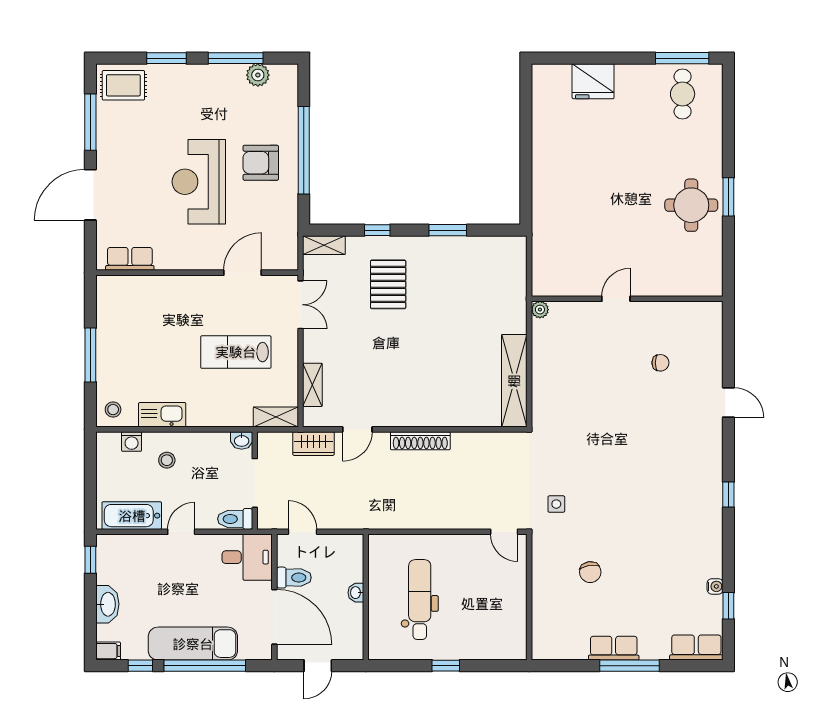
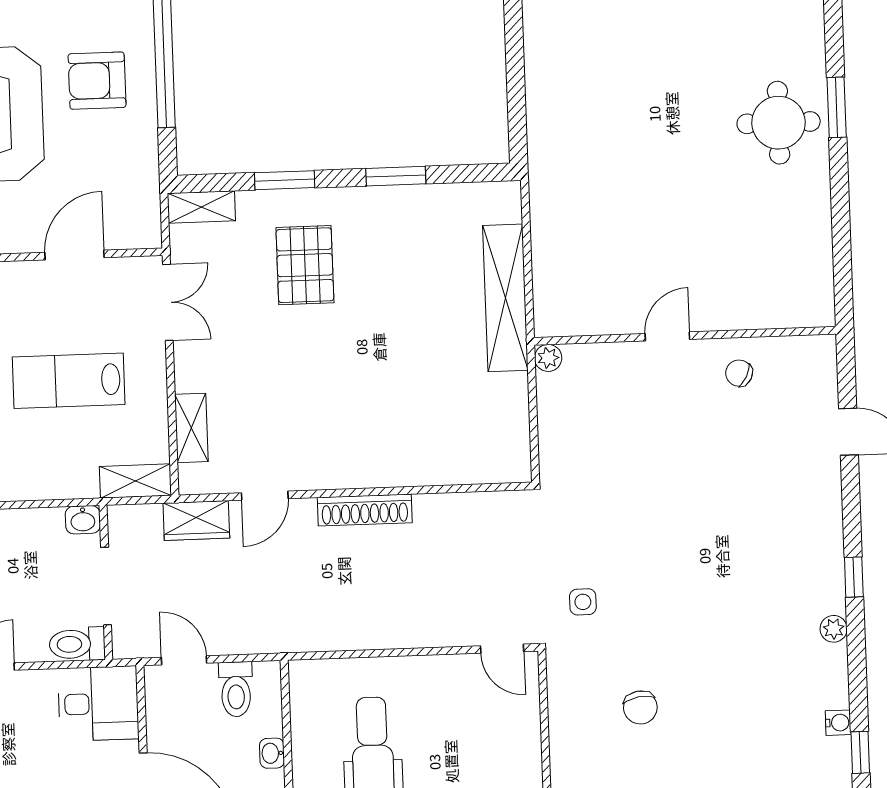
window: (377, 230) -> (285, 180), width x1.50
door: (616, 299) -> (667, 336), moved
wall: (627, 299) -> (685, 336), moved
plant: (540, 310) -> (548, 358), moved
chair: (660, 363) -> (739, 373), turned -153
shelving: (514, 381) -> (505, 298), moved
plant: (714, 527) -> (834, 629), added
toilet: (294, 578) -> (236, 689), moved, turned 90

